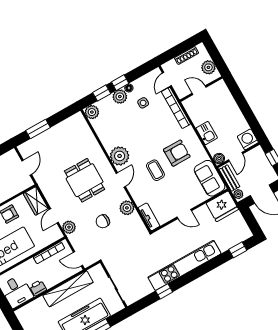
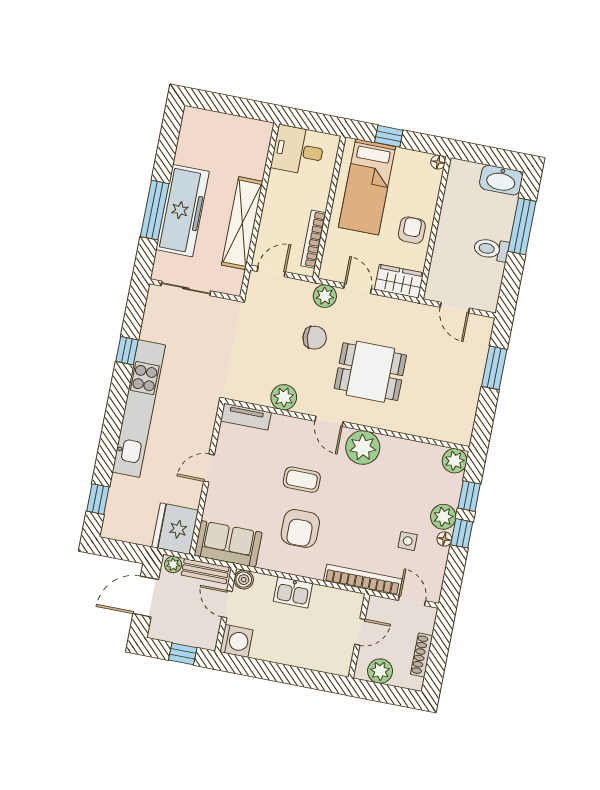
chair: (103, 221) -> (315, 338), moved, turned 84
printer: (38, 288) -> (278, 183), removed

